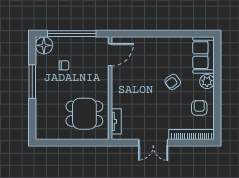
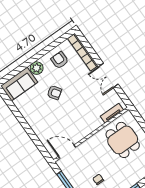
armchair: (199, 108) -> (60, 60), turned 90
double door: (153, 143) -> (108, 76), swing flipped

